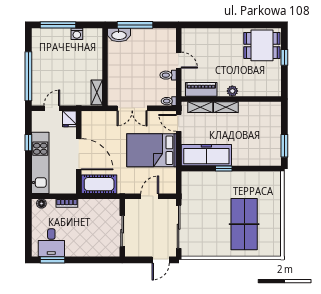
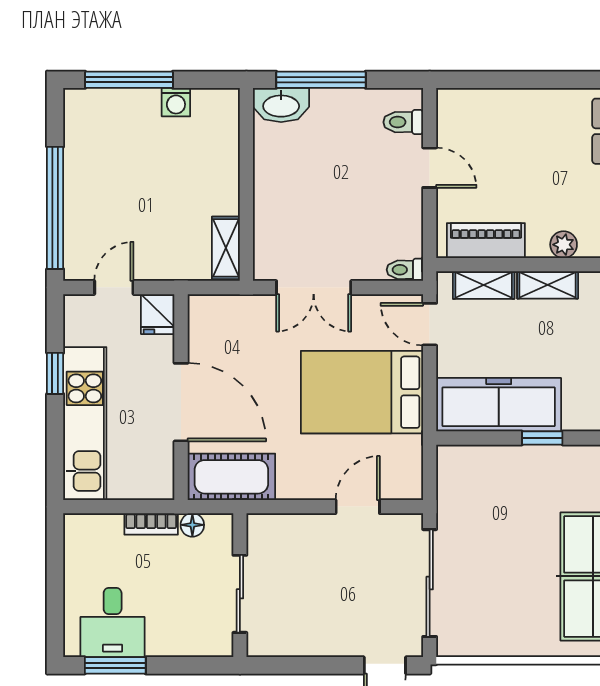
toilet: (168, 75) -> (403, 122), moved
floor lamp: (41, 204) -> (192, 525), moved
wall: (122, 228) -> (240, 585), moved
sliding door: (122, 231) -> (240, 594), moved

